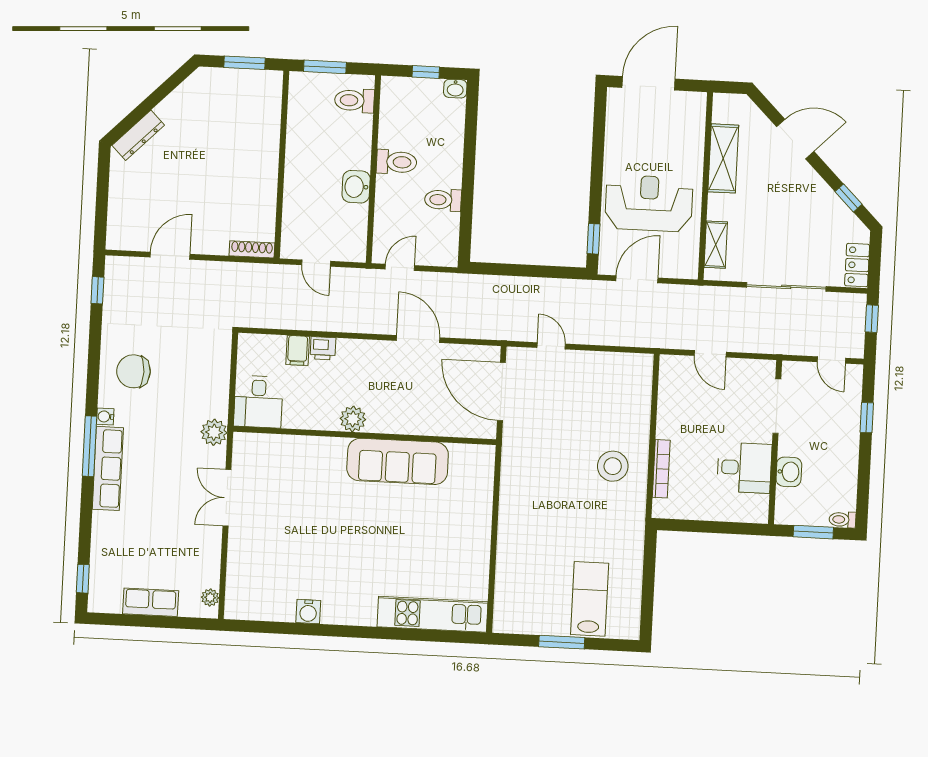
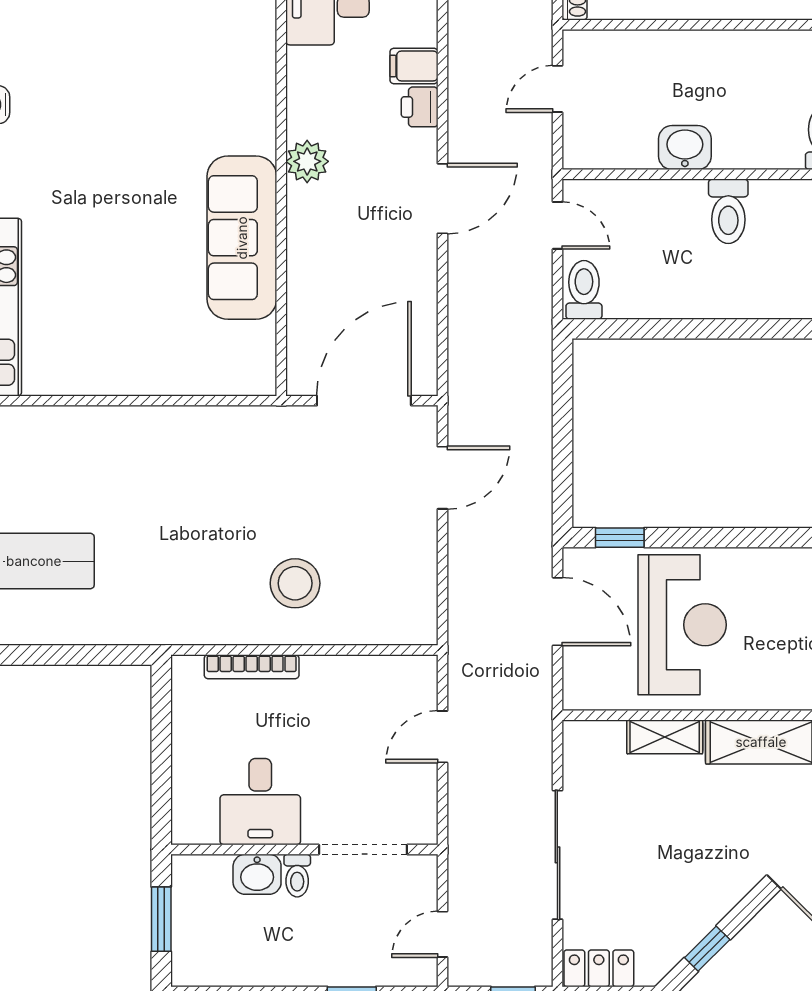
toilet: (443, 200) -> (584, 290), moved
shelving: (716, 245) -> (665, 737), moved
door: (418, 339) -> (442, 199), moved
door: (551, 346) -> (442, 478), width x1.38
stool: (613, 466) -> (295, 583), moved
toilet: (842, 520) -> (297, 876), moved, turned 180

